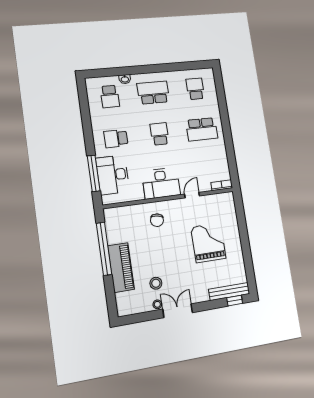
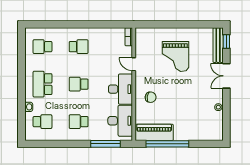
school desk: (202, 129) -> (79, 47), width x0.54
school desk: (116, 139) -> (79, 122), turned 90
desk: (113, 175) -> (120, 121), moved, turned -90
grand piano: (208, 243) -> (175, 56), turned -90
piano: (121, 268) -> (154, 132), moved
stool: (156, 283) -> (201, 106), removed
double door: (178, 311) -> (226, 76), moved

